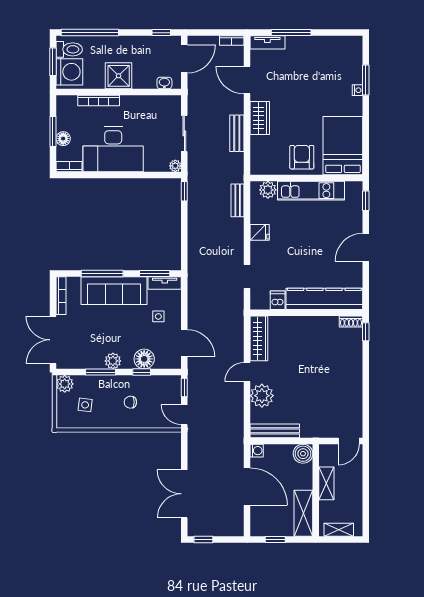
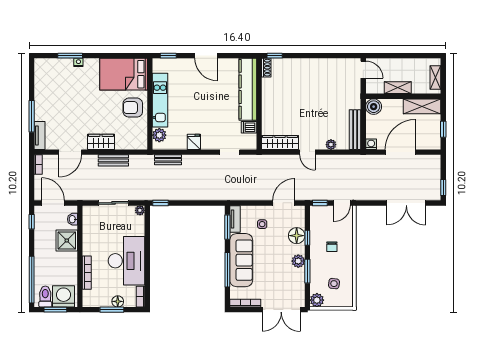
shower: (119, 76) -> (67, 240), moved
plant: (262, 396) -> (331, 145), width x0.53, depth x0.53

